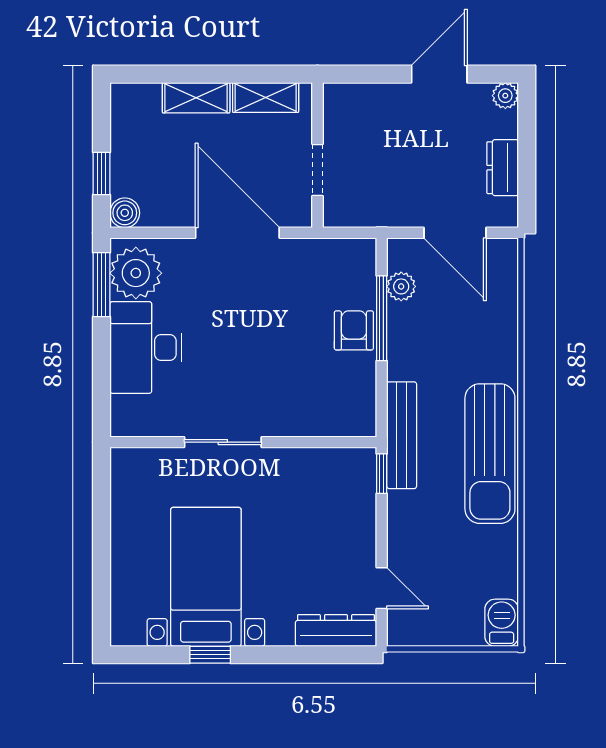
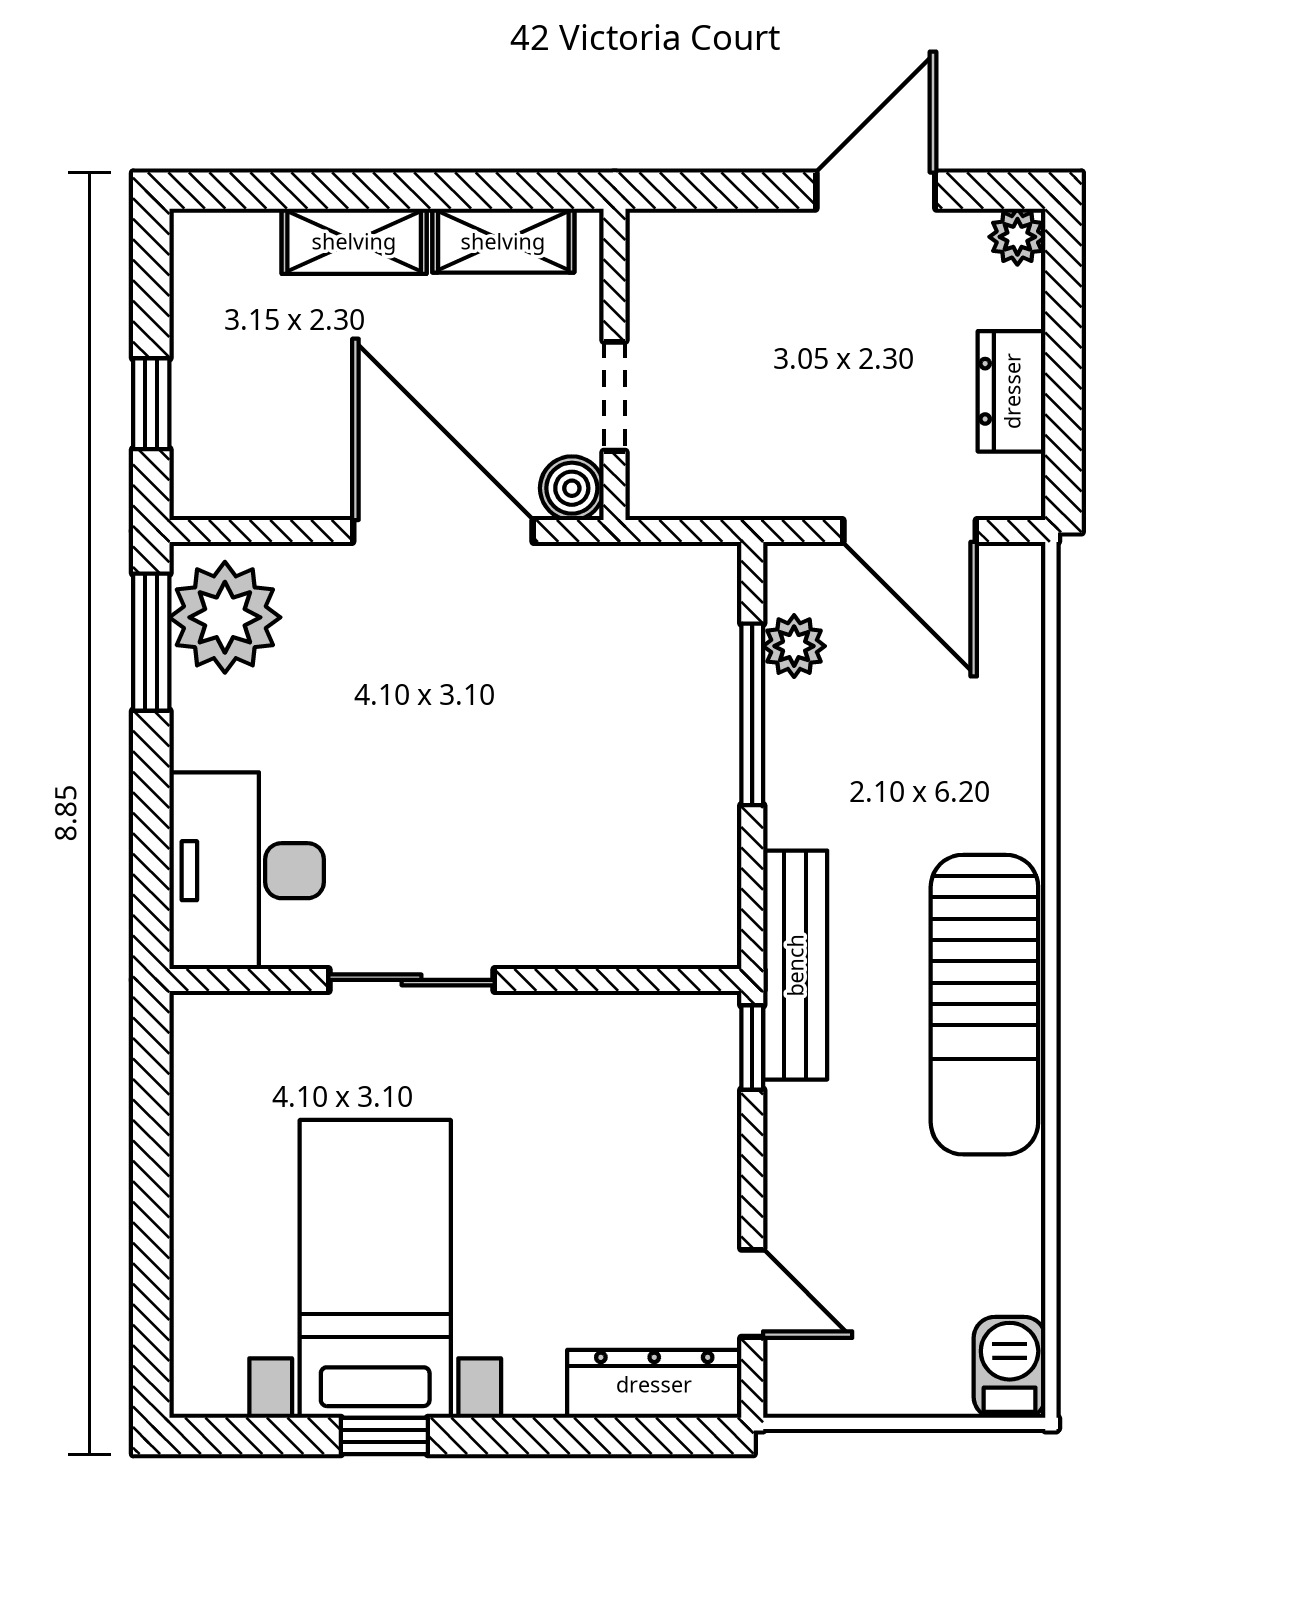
boiler: (125, 213) -> (572, 488), moved
armchair: (354, 330) -> (693, 740), removed
desk: (146, 347) -> (247, 871), moved

